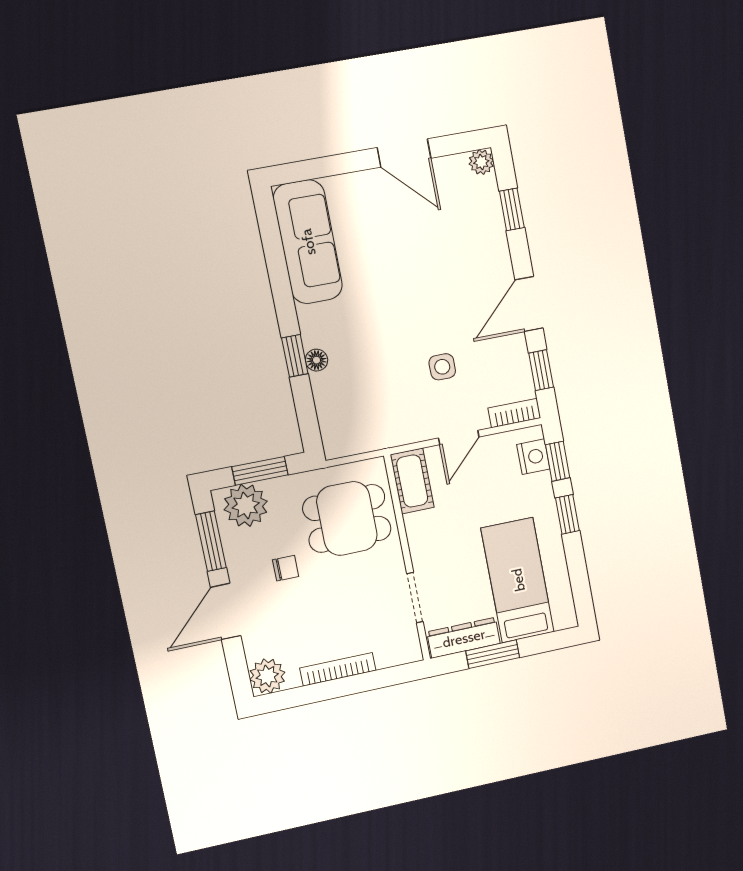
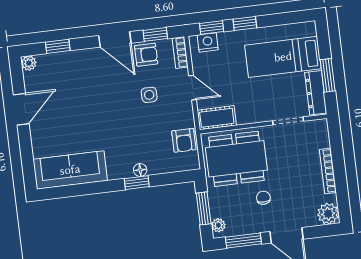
armchair: (507, 357) -> (146, 55), added
armchair: (371, 429) -> (184, 140), added
plant: (246, 505) -> (218, 225), width x0.53, depth x0.53
dining table: (347, 518) -> (236, 159), width x1.38

